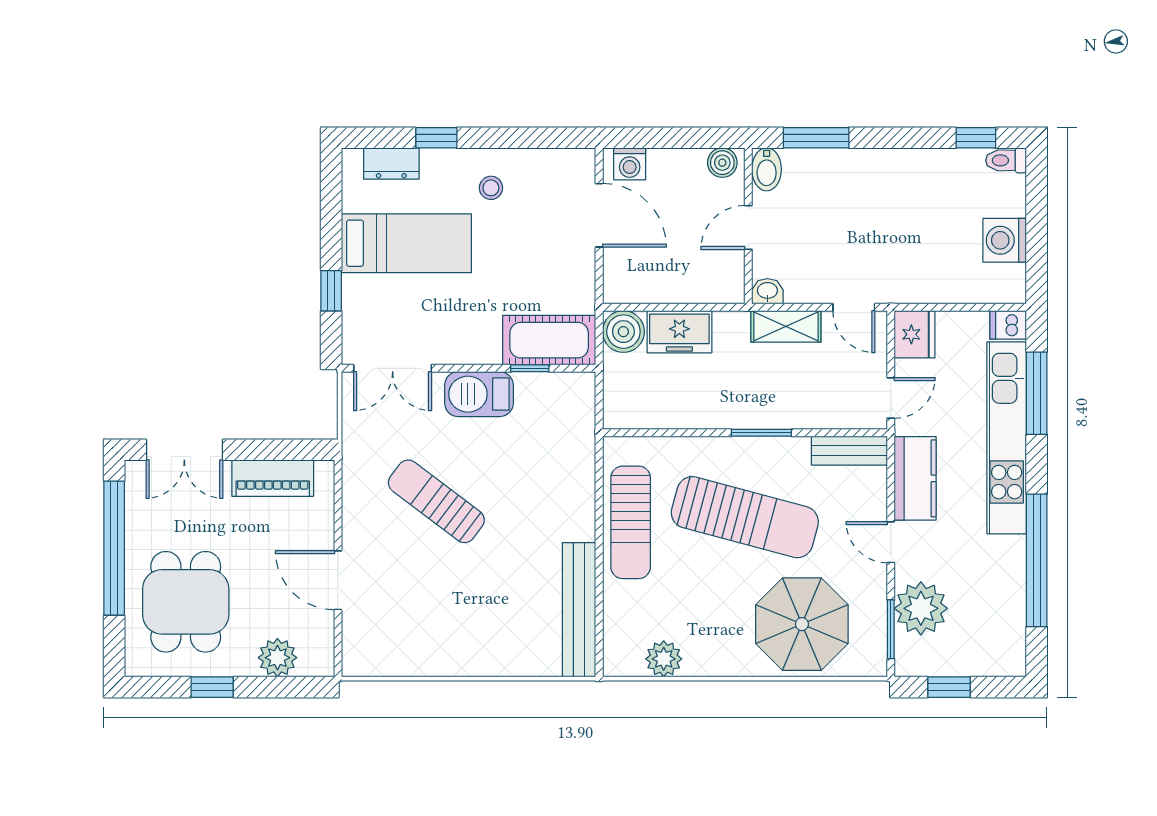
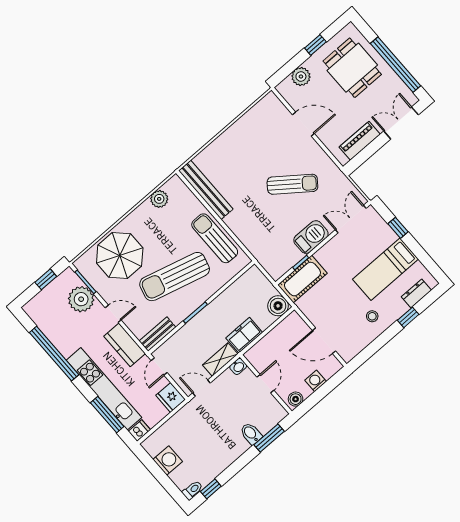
washing machine: (630, 164) -> (316, 381), moved
bidet: (767, 169) -> (251, 434), moved
freezer: (679, 332) -> (244, 335), moved

